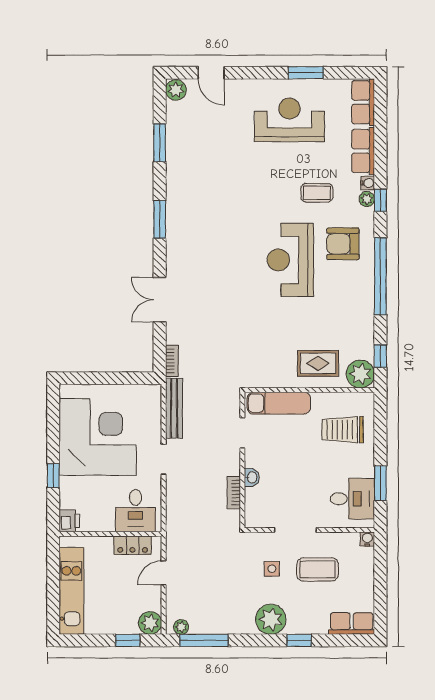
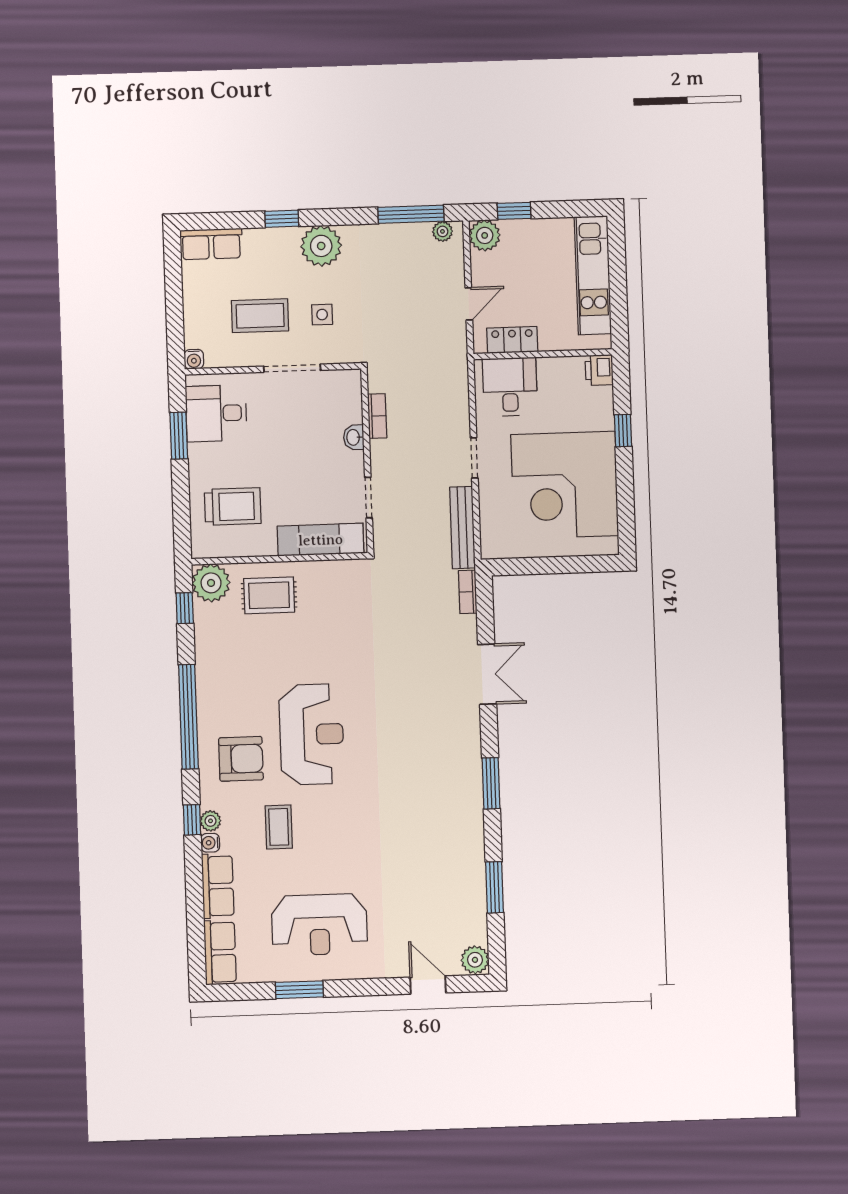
coffee table: (317, 193) -> (279, 827), turned 90

